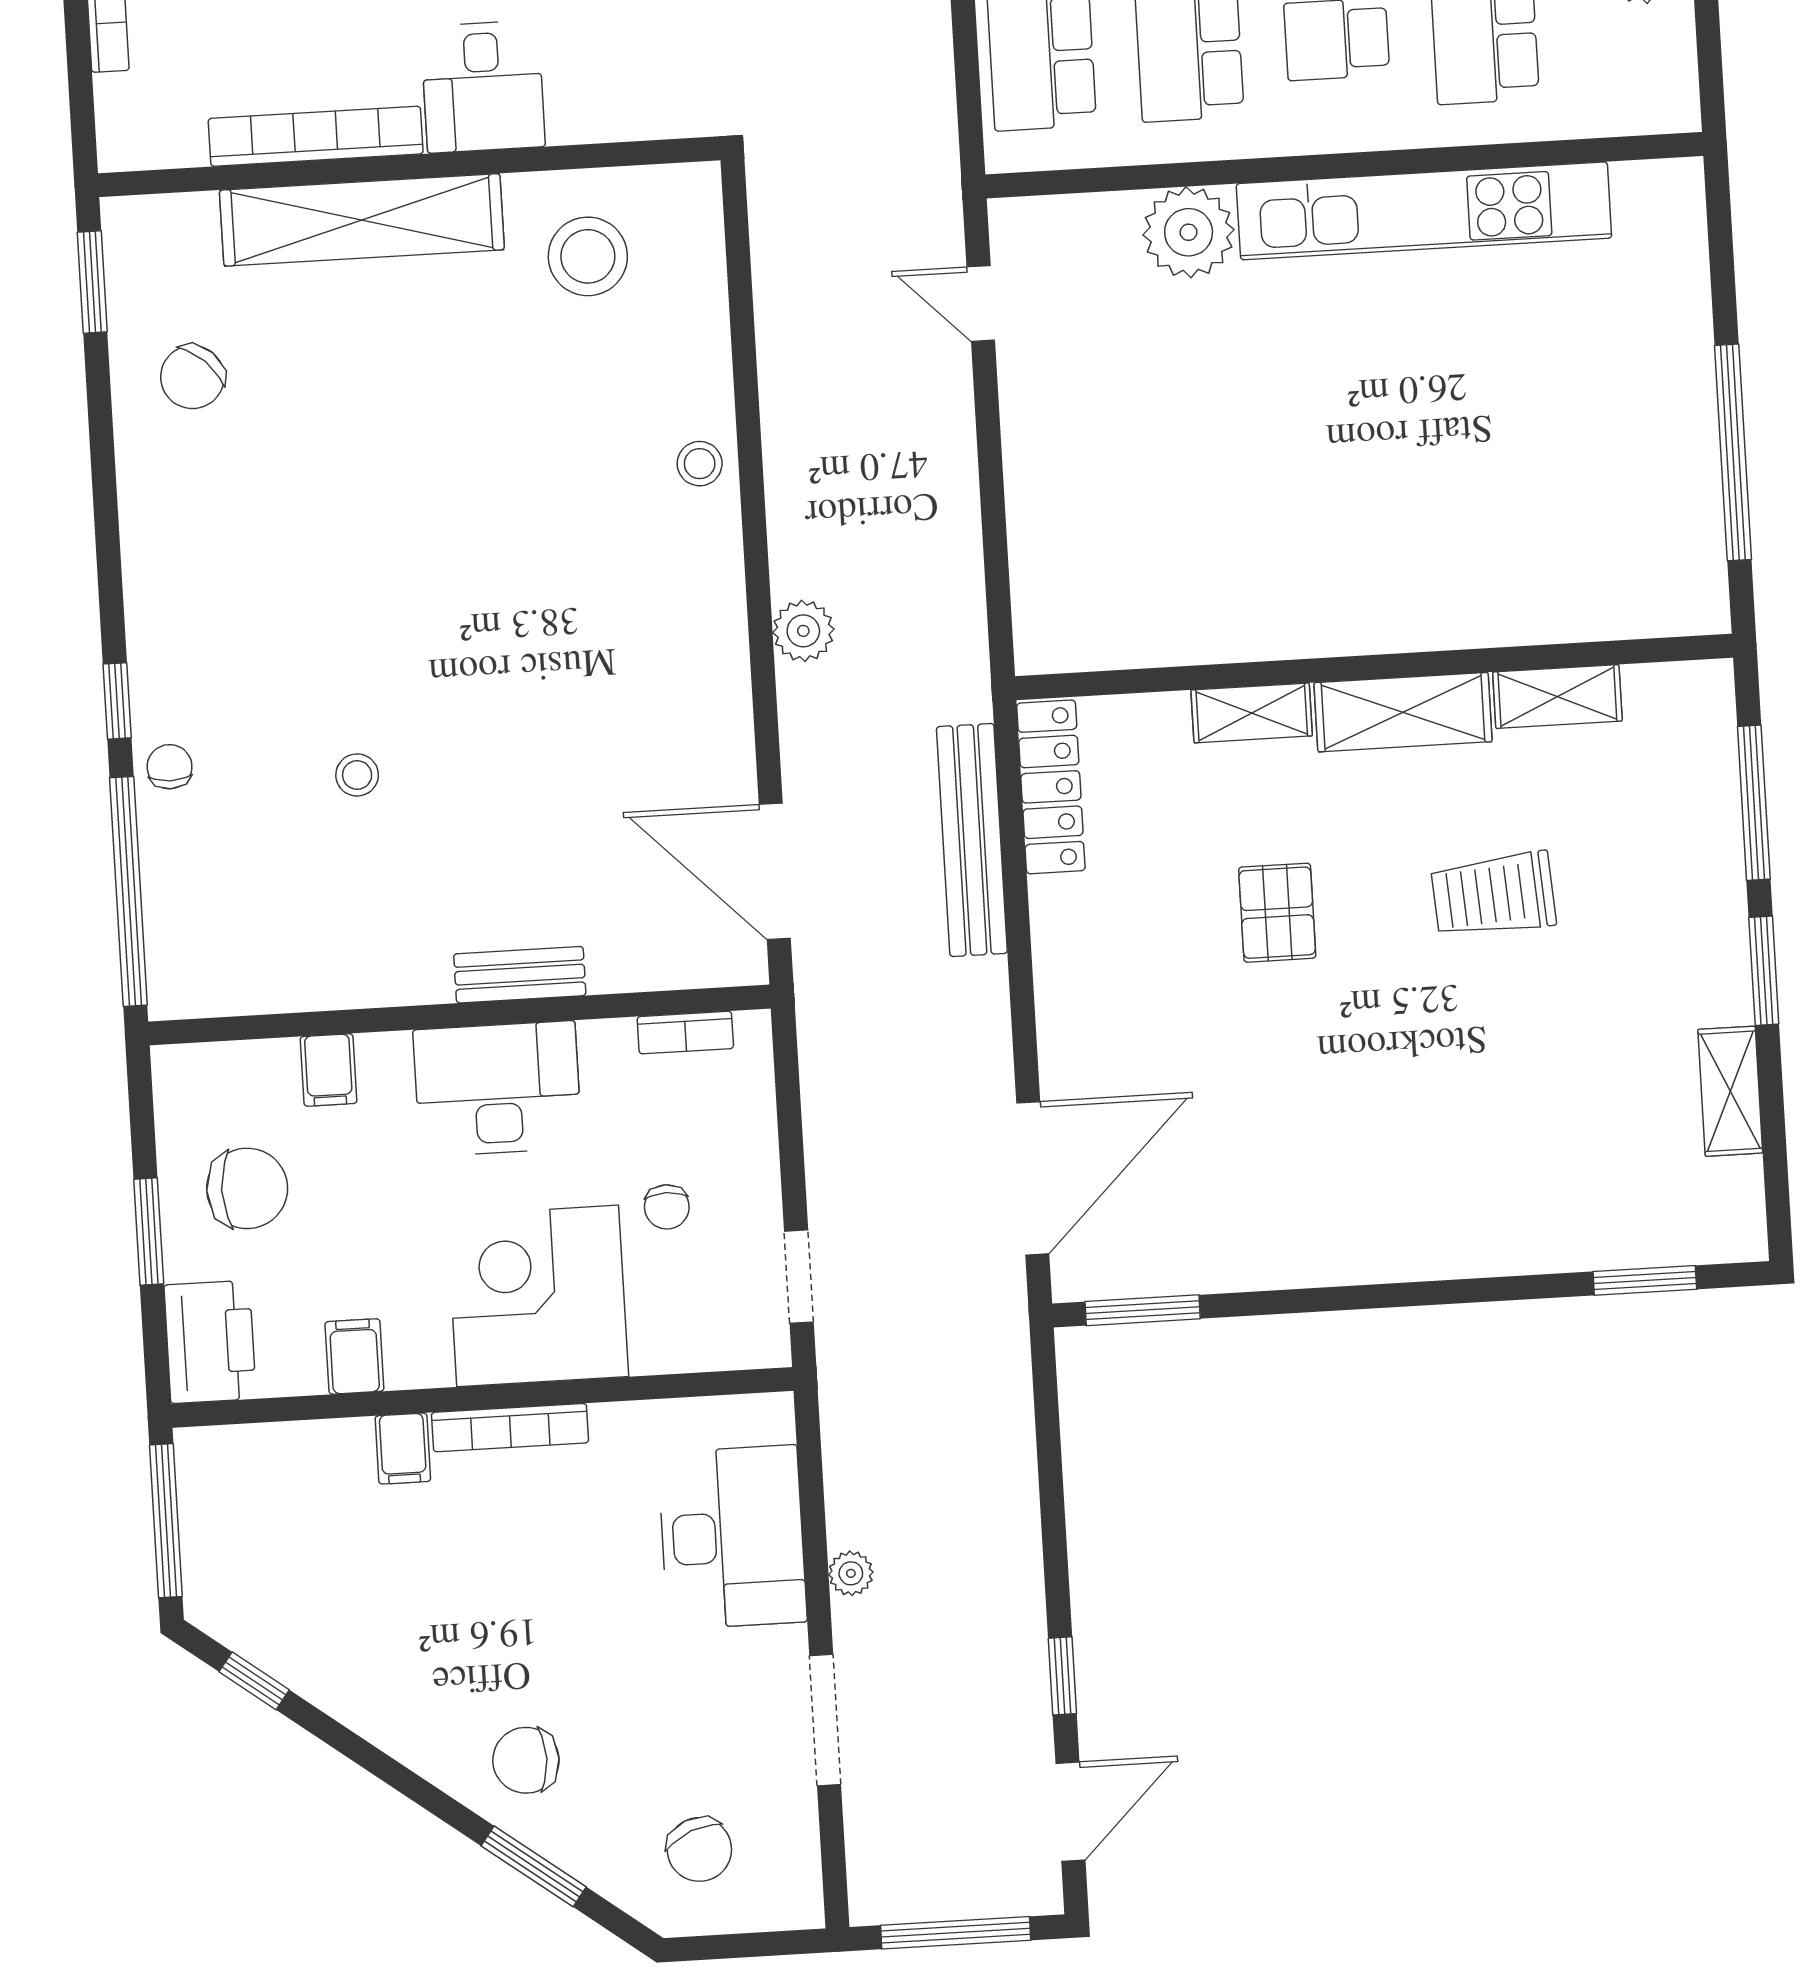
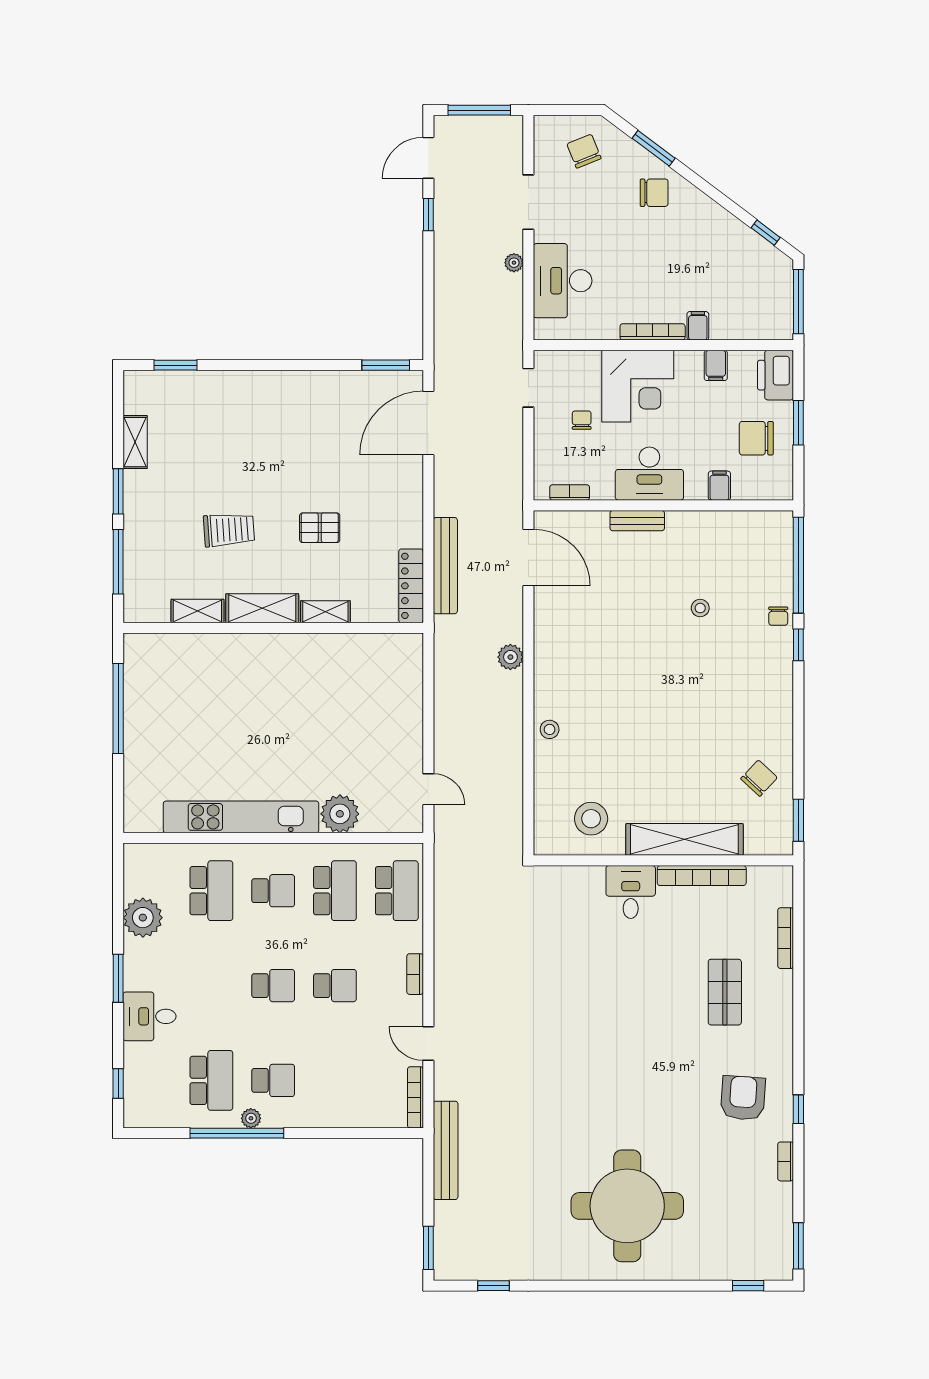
pallet: (1277, 913) -> (320, 528), turned 90

